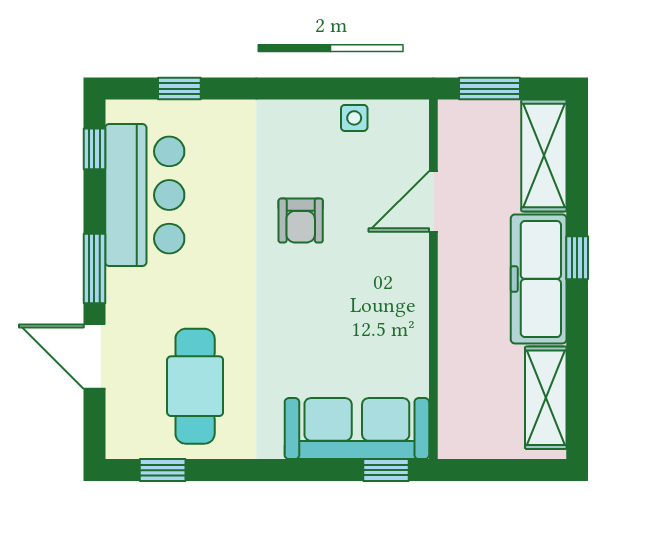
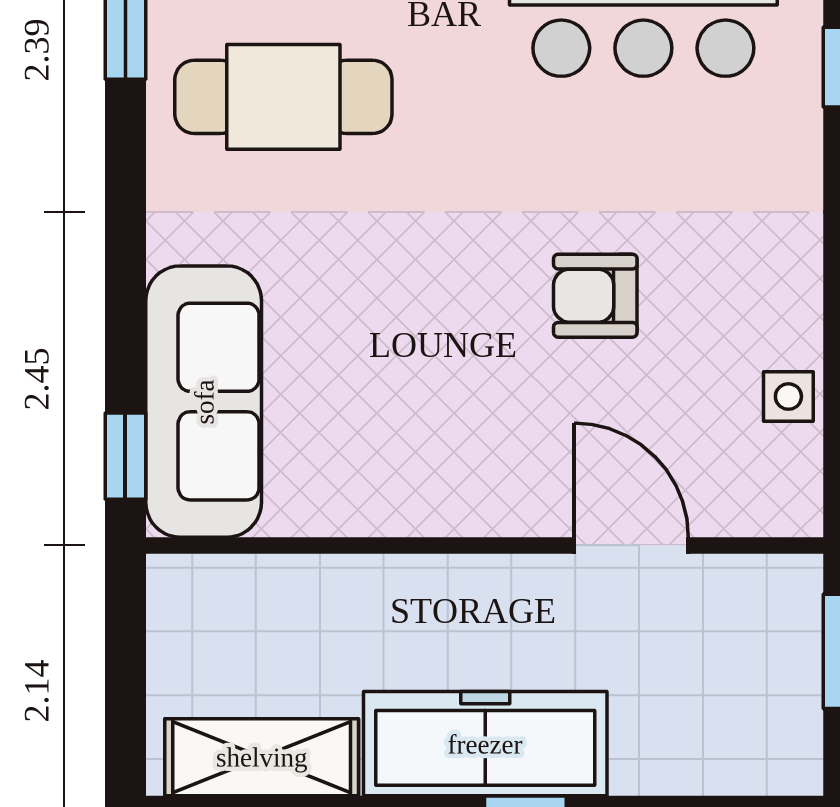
shelving: (544, 155) -> (718, 754), removed

